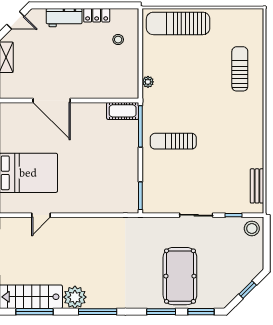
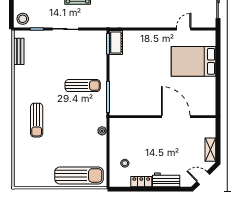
sun lounger: (240, 69) -> (37, 120), moved
cot: (123, 111) -> (116, 43), moved, turned 90

